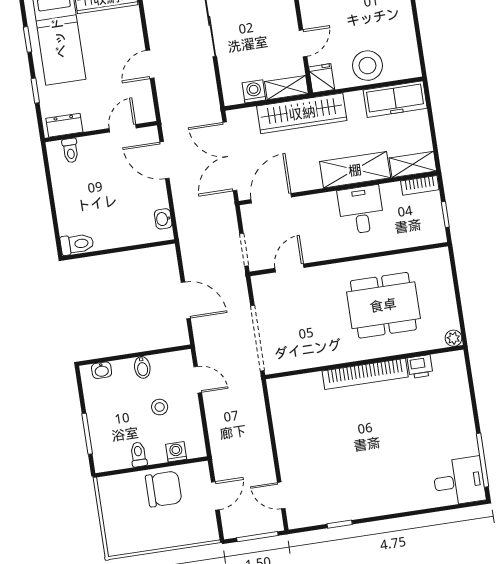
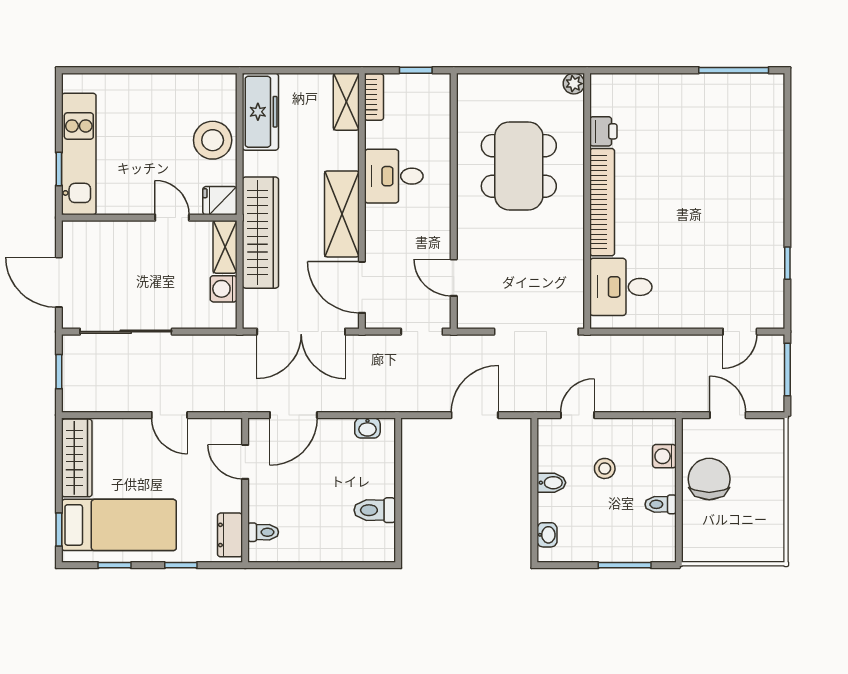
shelving: (355, 170) -> (342, 214), moved
toilet: (77, 244) -> (375, 510), moved, turned -90
desk: (459, 481) -> (621, 287), moved, turned -90

